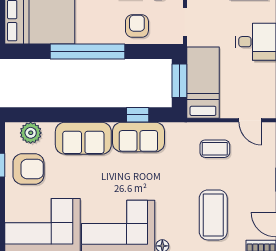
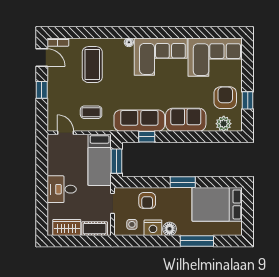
window: (87, 52) -> (183, 182), width x0.47
sofa: (138, 137) -> (139, 121), width x1.36
armchair: (28, 169) -> (225, 98), turned 90

